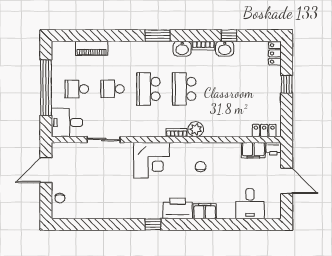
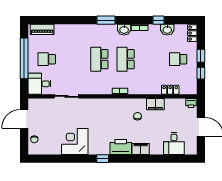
piano: (92, 48) -> (42, 29), moved
washbasin: (225, 49) -> (167, 30), moved
school desk: (113, 89) -> (178, 59), moved
window: (287, 108) -> (201, 73), added
plant: (196, 129) -> (134, 89), removed
locker: (264, 131) -> (170, 90), moved
filing cabinet: (253, 150) -> (155, 104), moved
corner desk: (152, 160) -> (75, 141), moved, turned 180

